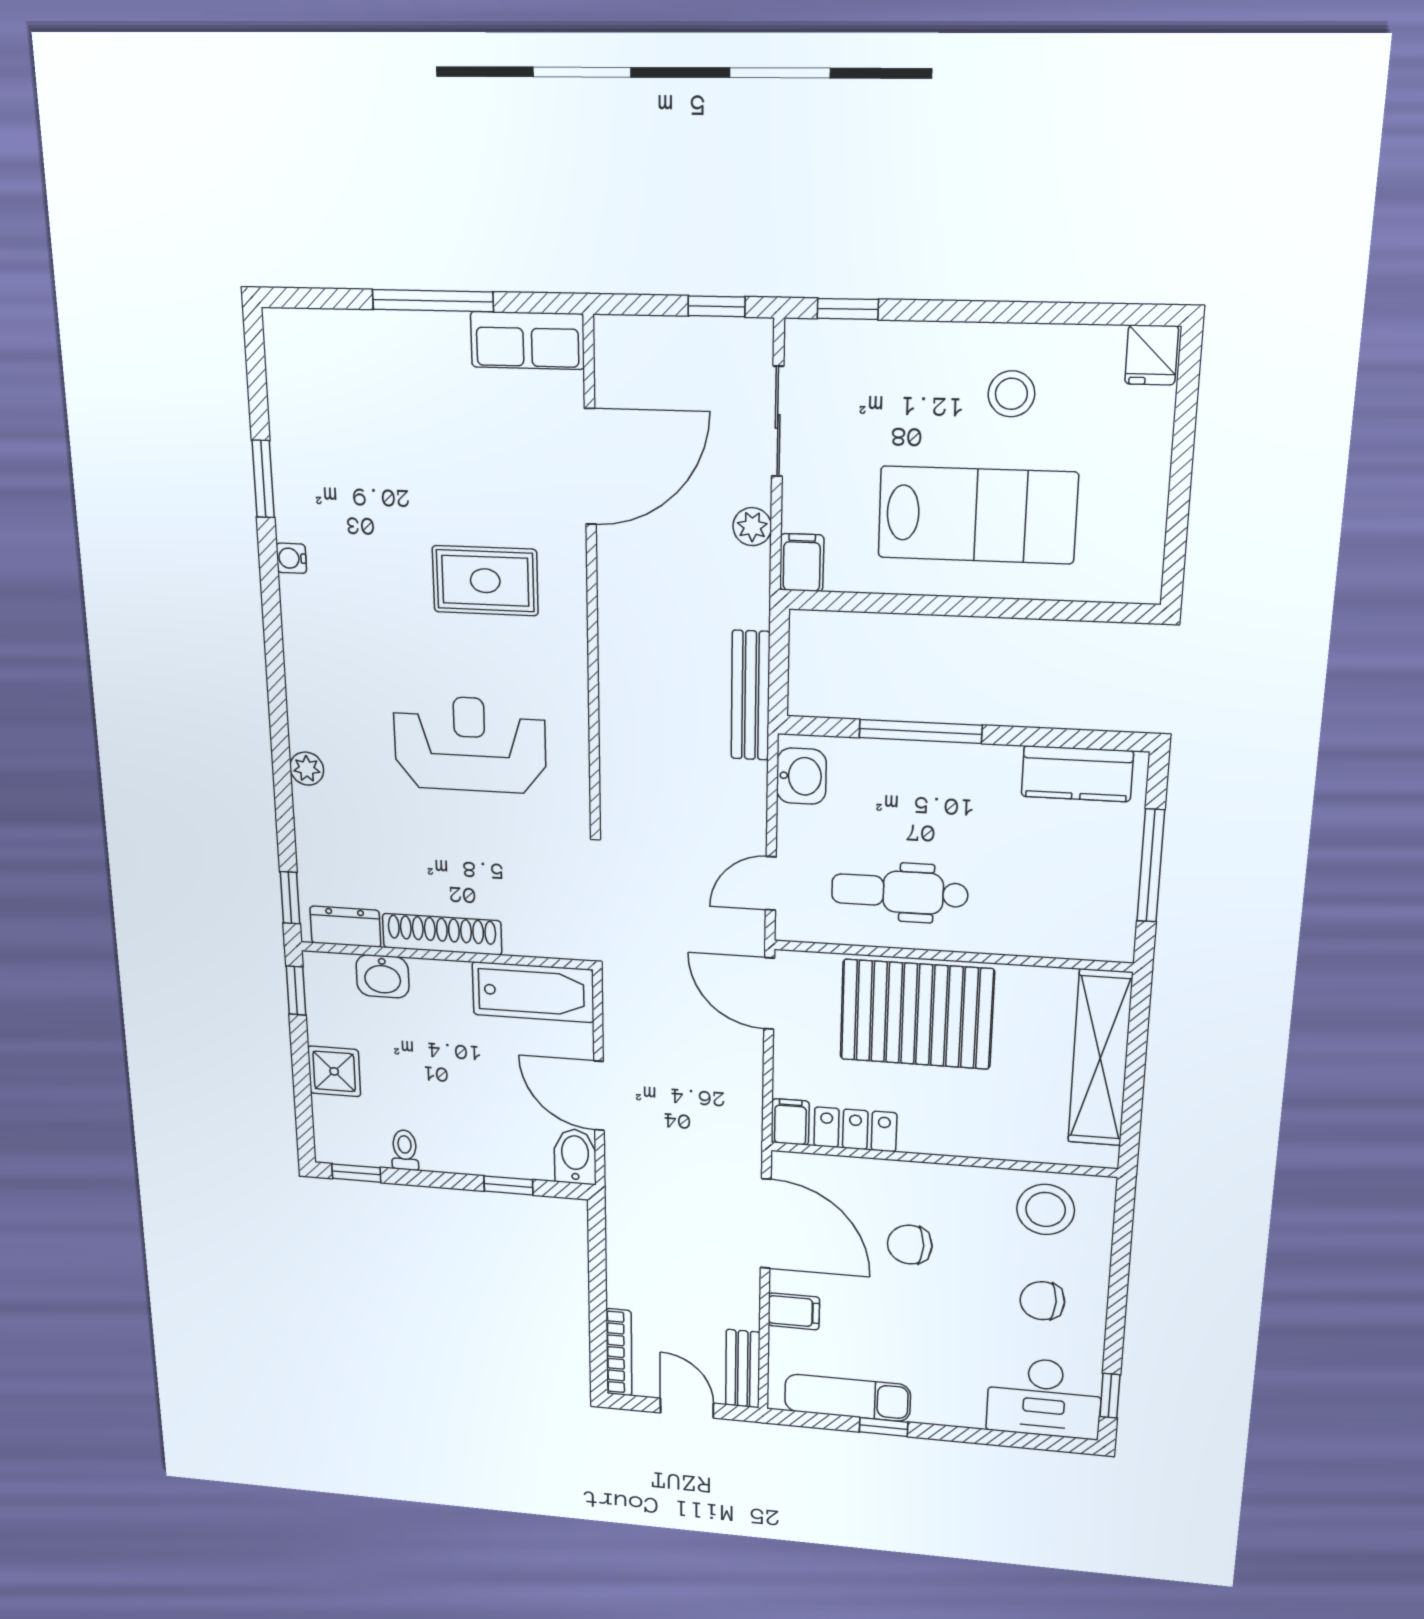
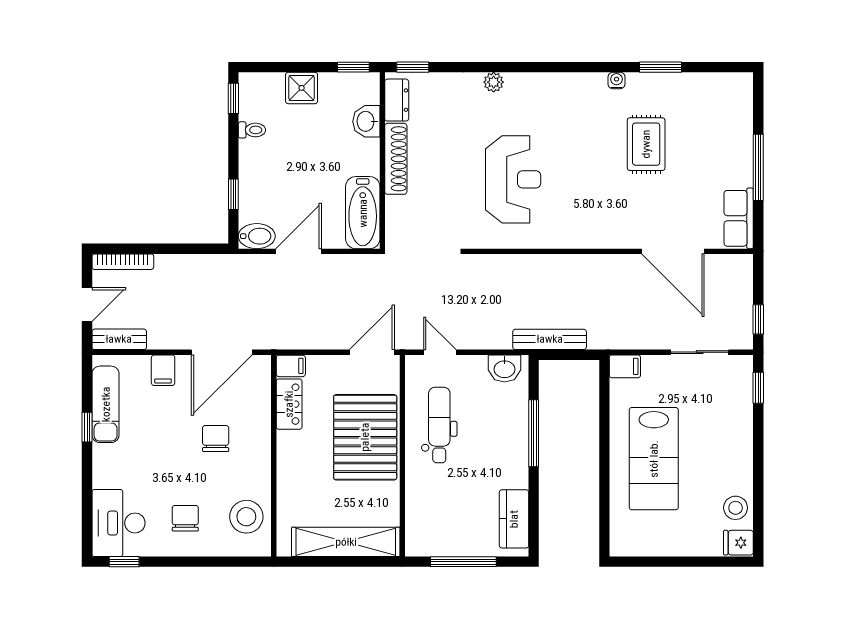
stool: (1011, 394) -> (736, 508), moved
plant: (752, 527) -> (643, 339), removed
rug: (485, 581) -> (646, 144), moved

